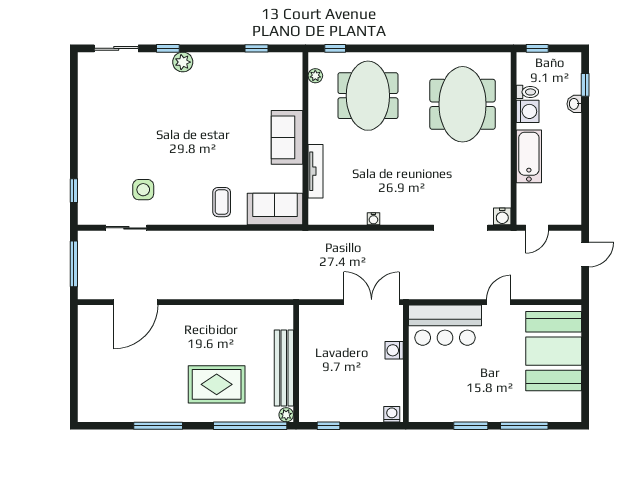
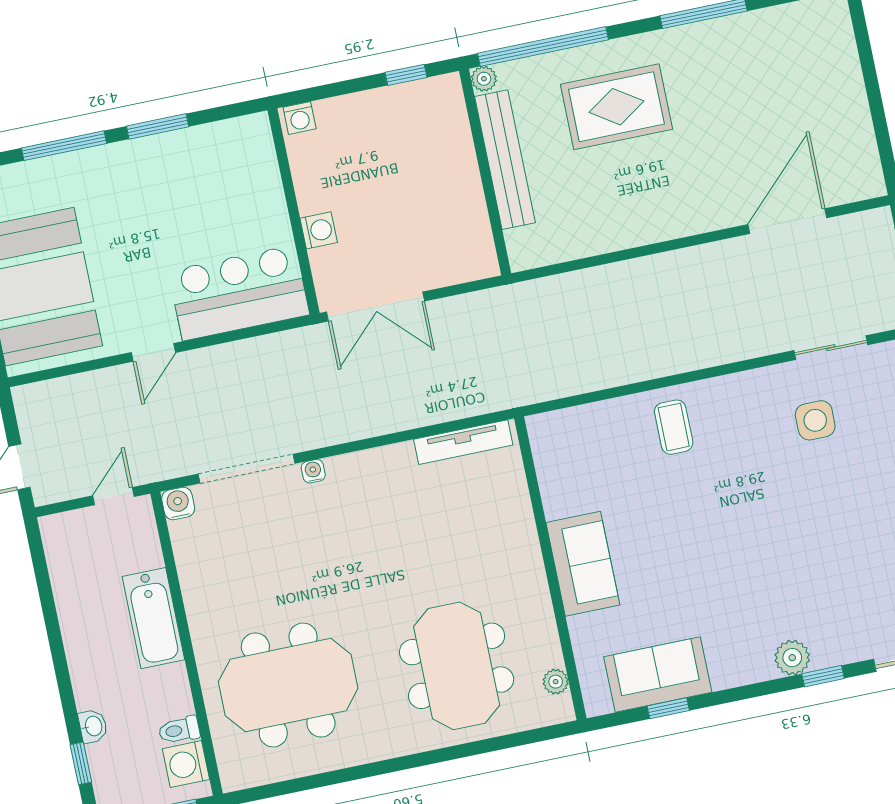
window: (335, 48) -> (531, 737), removed
meeting table: (463, 104) -> (288, 685), turned 90
washing machine: (528, 111) -> (186, 764), moved
tv unit: (315, 171) -> (463, 442), moved, turned -90
sofa: (275, 209) -> (658, 674), moved, turned 180
water cooler: (373, 219) -> (313, 471), moved

